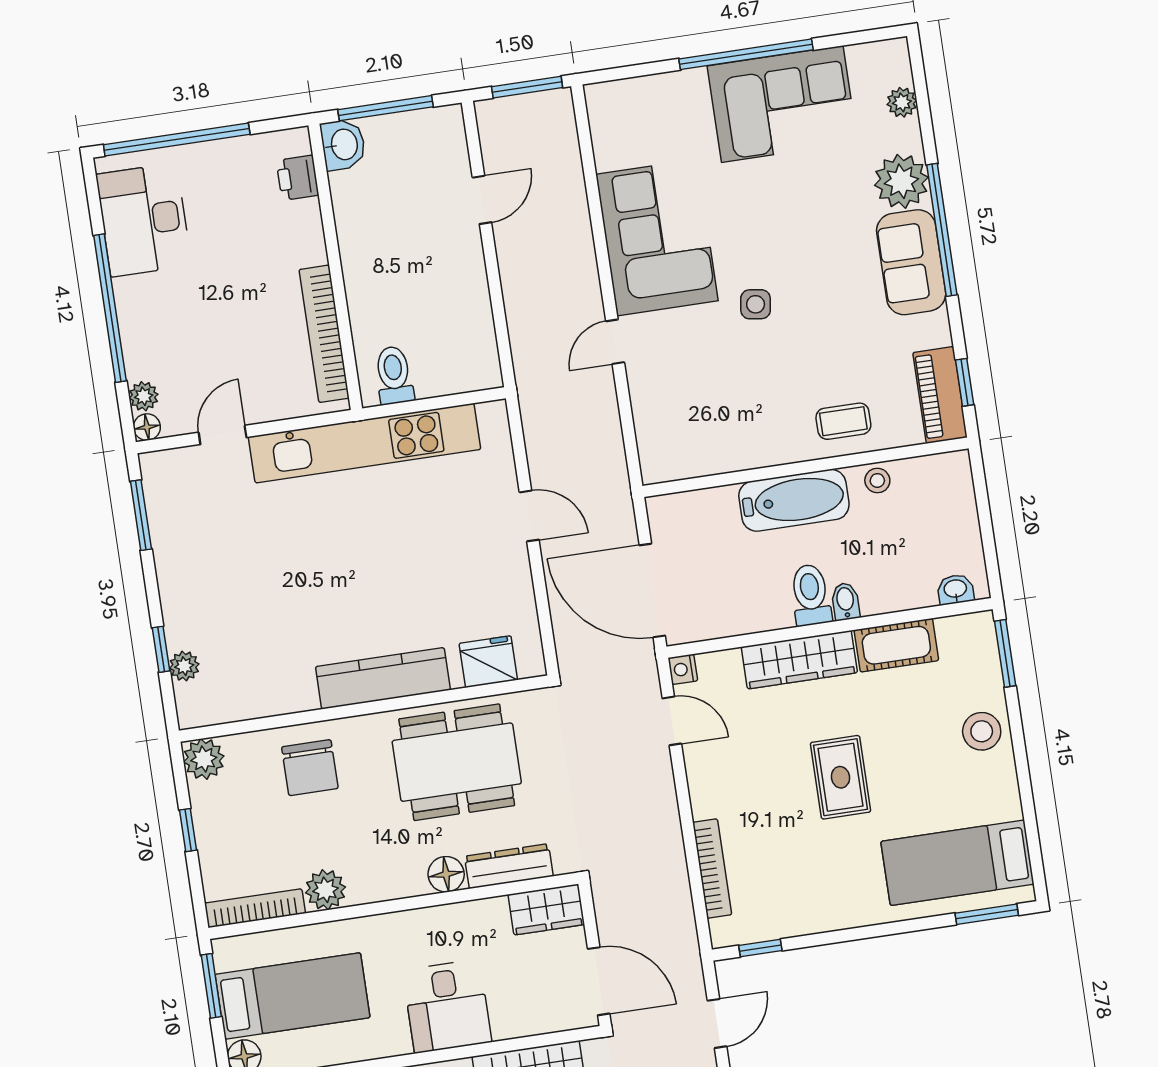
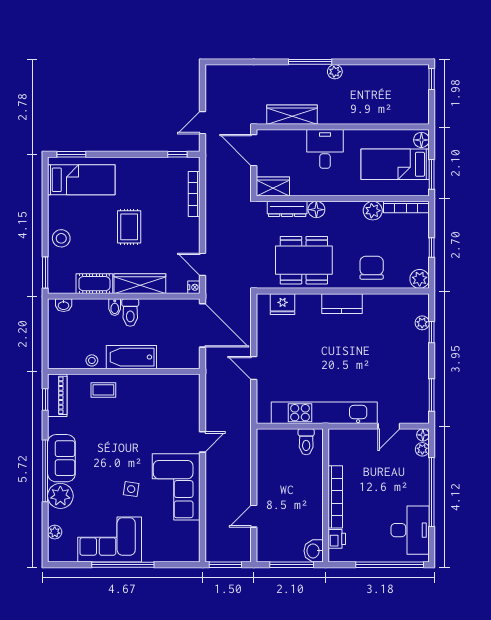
side table: (756, 304) -> (131, 489), moved
bookcase: (324, 334) -> (335, 497), moved
kitchen counter: (383, 678) -> (342, 304), width x0.67

